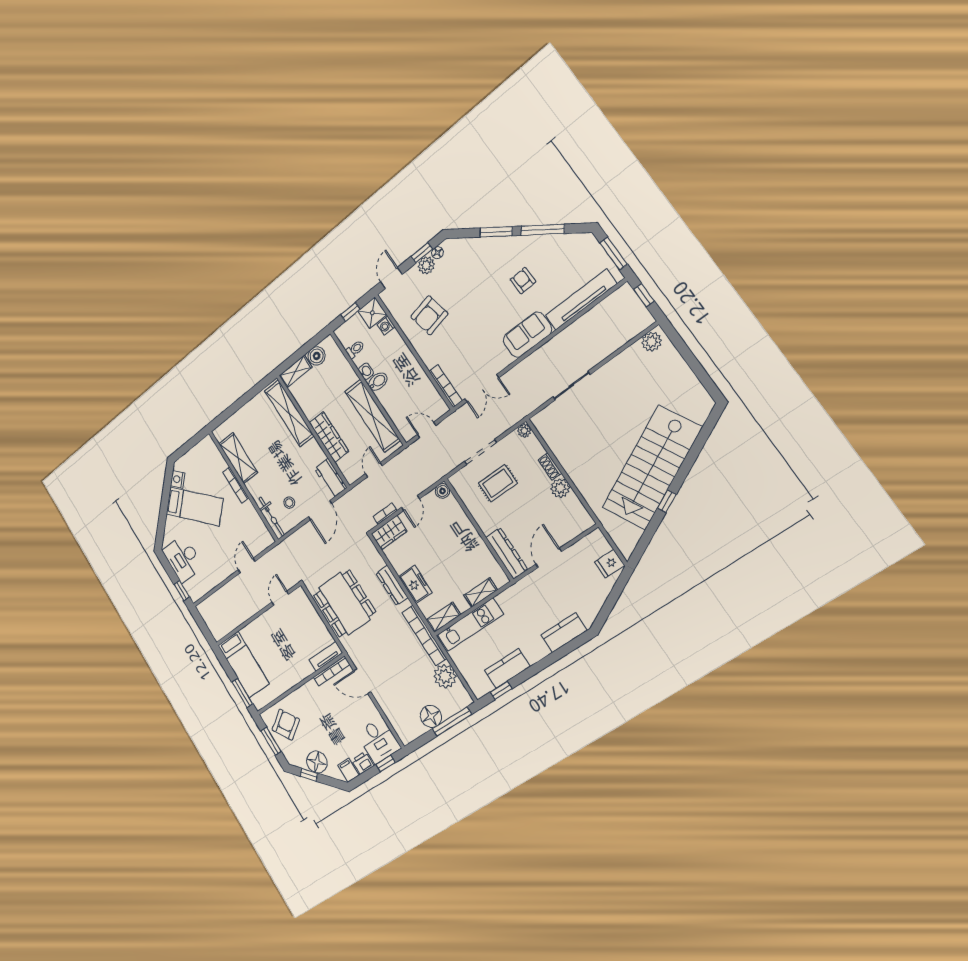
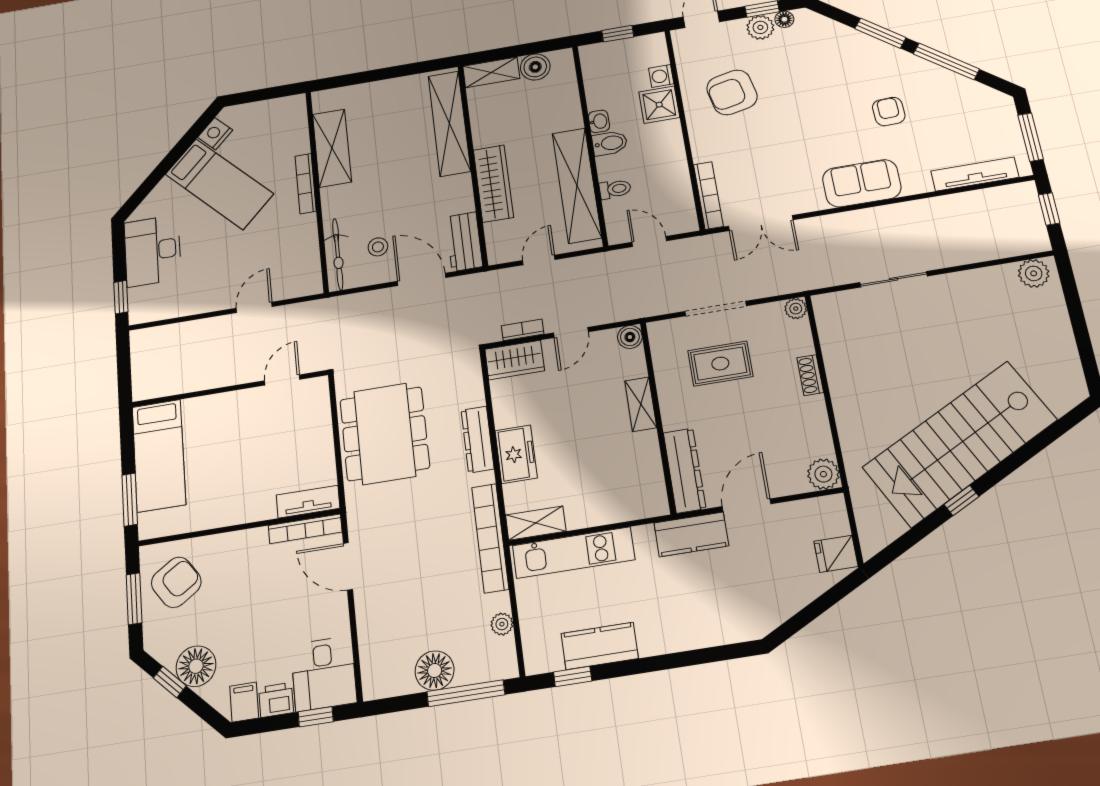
tv unit: (581, 300) -> (975, 174), width x0.73, depth x0.78
shower: (372, 313) -> (659, 105), moved
toilet: (355, 349) -> (615, 189), moved
plant: (560, 488) -> (823, 474), moved
door: (320, 510) -> (422, 279), swing flipped
shelving: (481, 593) -> (641, 404), moved, turned 90
kitchen counter: (564, 633) -> (691, 534), moved, turned 180
plant: (445, 676) -> (502, 624), width x0.53, depth x0.53

